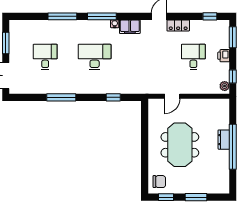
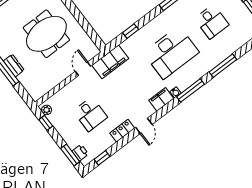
printer: (224, 56) -> (80, 153), moved
desk: (95, 57) -> (171, 53), width x1.36, depth x1.30
filing cabinet: (147, 86) -> (110, 62), added
meeting table: (180, 145) -> (46, 34), turned 90

